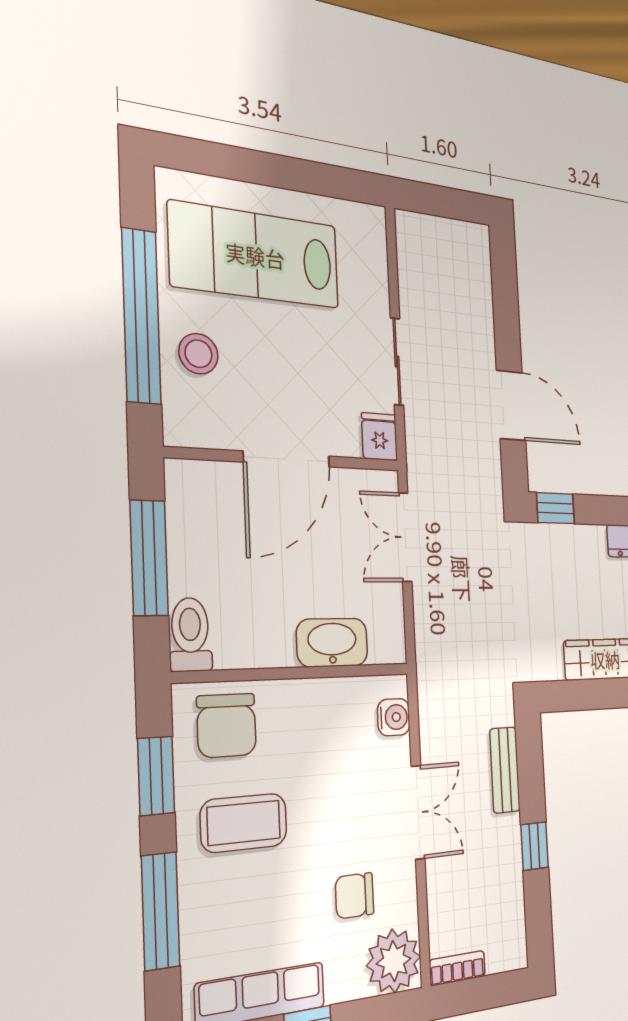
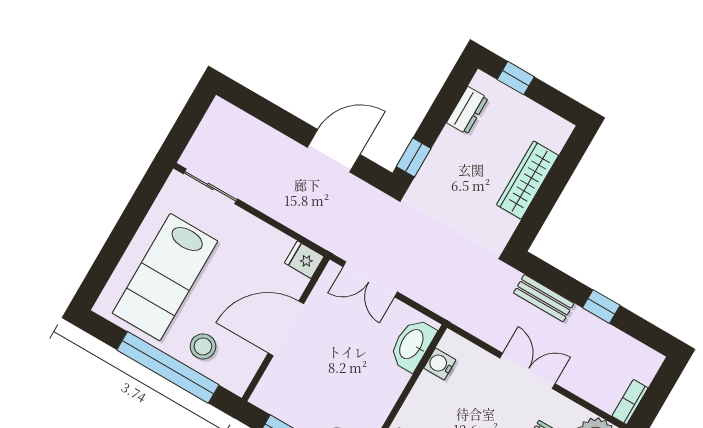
sliding door: (397, 362) -> (211, 186), moved
door: (287, 459) -> (286, 328), swing flipped
washbasin: (332, 643) -> (412, 345), moved
water cooler: (394, 717) -> (440, 364), moved, turned -90

